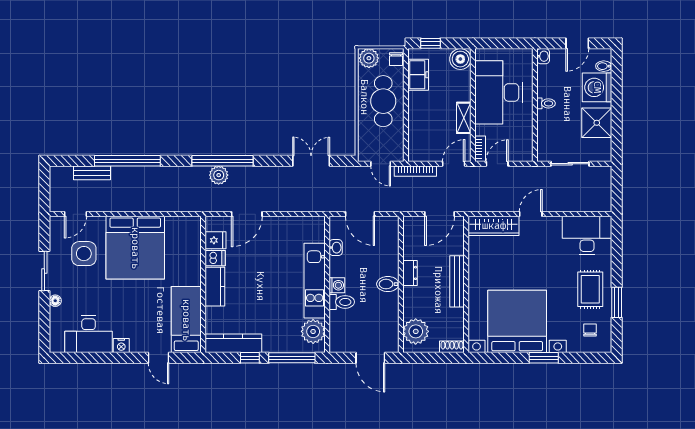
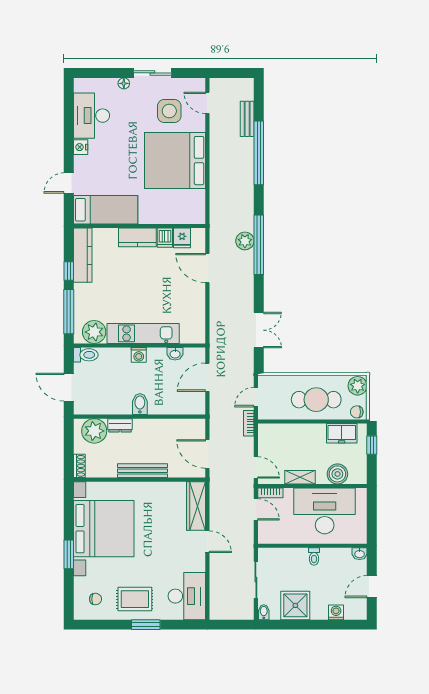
door: (577, 43) -> (372, 587), hinge flipped
boiler: (460, 59) -> (337, 474), moved
bidet: (604, 66) -> (264, 612), moved
washing machine: (597, 87) -> (336, 612), width x0.53, depth x0.53
bookcase: (415, 171) -> (249, 423), width x0.64
dresser: (410, 273) -> (120, 425), moved
toilet: (342, 302) -> (86, 355), moved, turned -90
window: (617, 302) -> (146, 625), moved
door: (370, 358) -> (69, 387), hinge flipped

